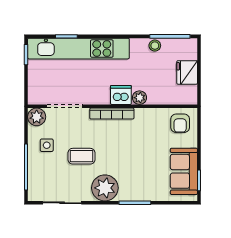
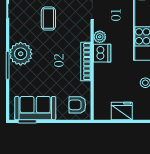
plant: (140, 98) -> (100, 37), moved
bookcase: (112, 114) -> (86, 62), moved
plant: (105, 188) -> (21, 54), moved

